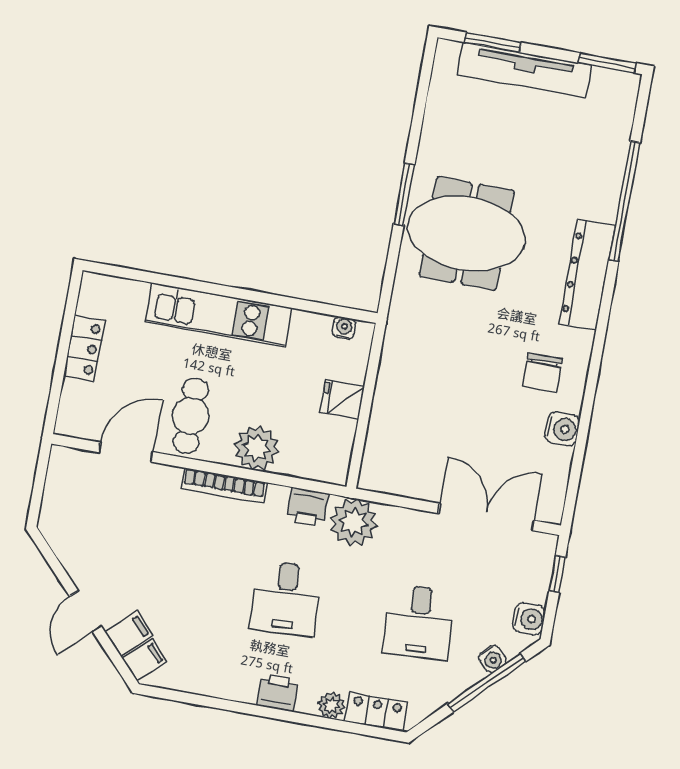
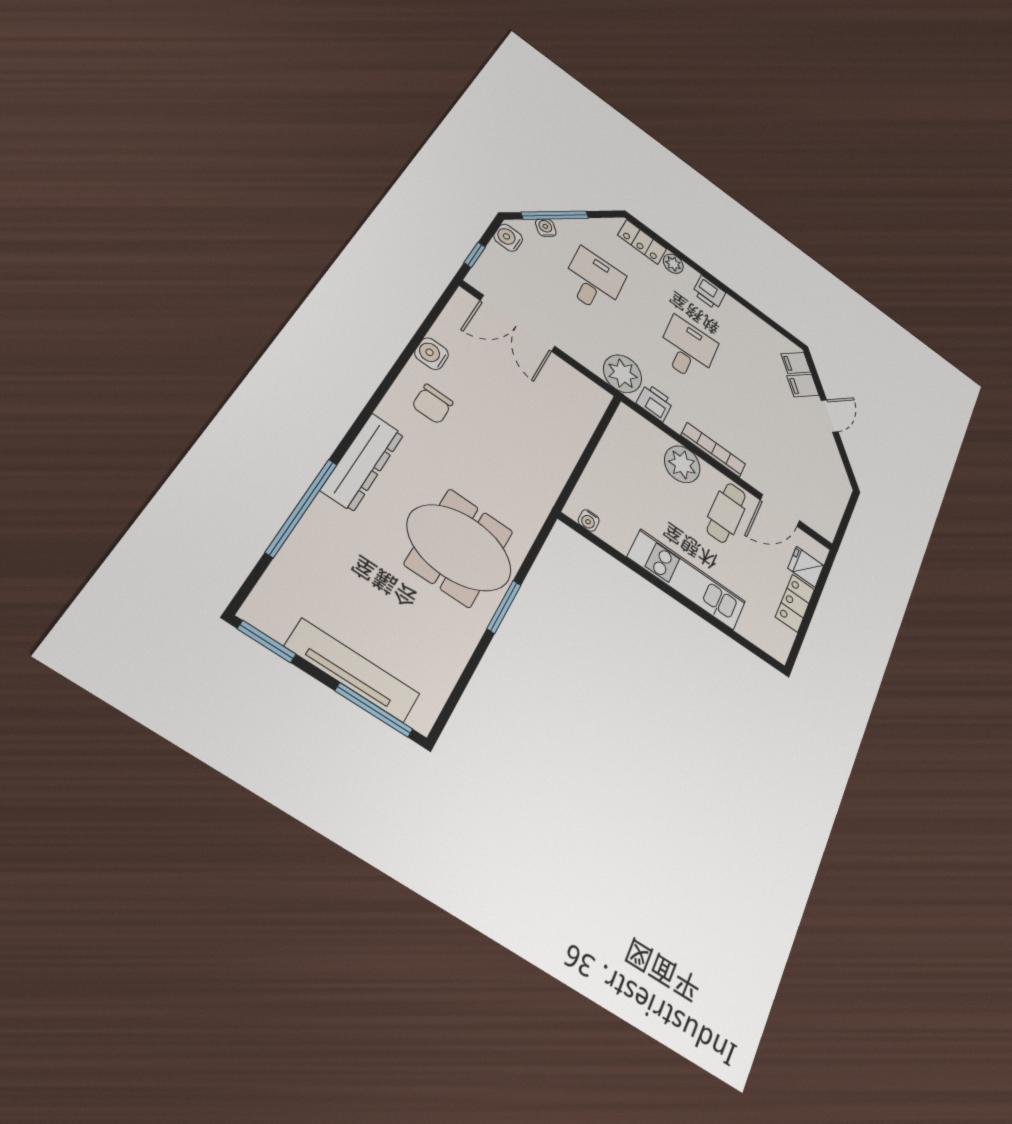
window: (493, 42) -> (374, 710), width x1.44
chair: (542, 373) -> (433, 404), turned 180
fridge: (342, 399) -> (806, 567), moved, turned 180

